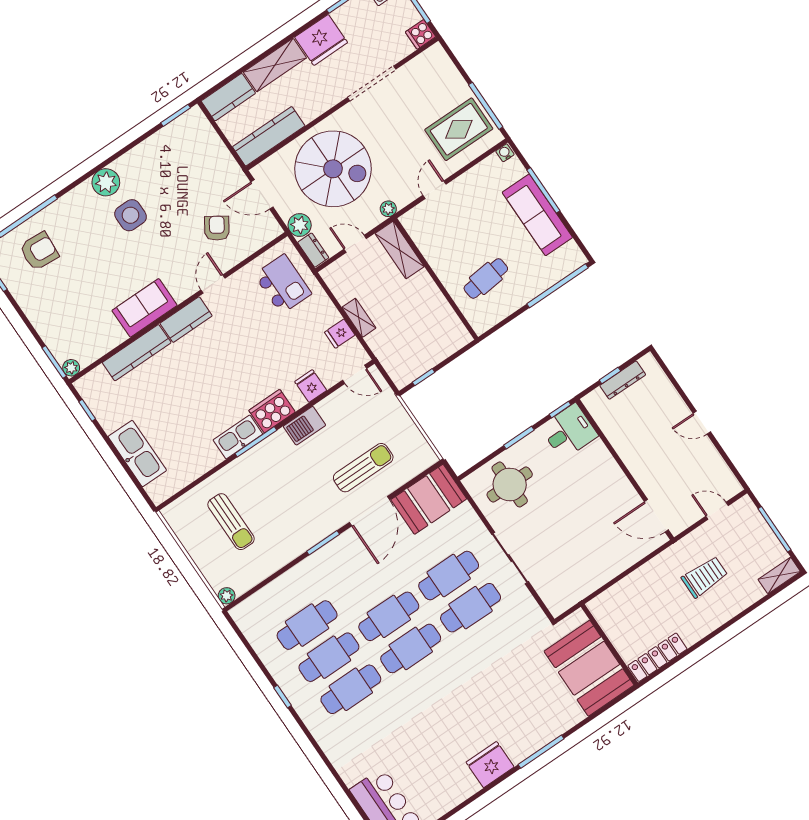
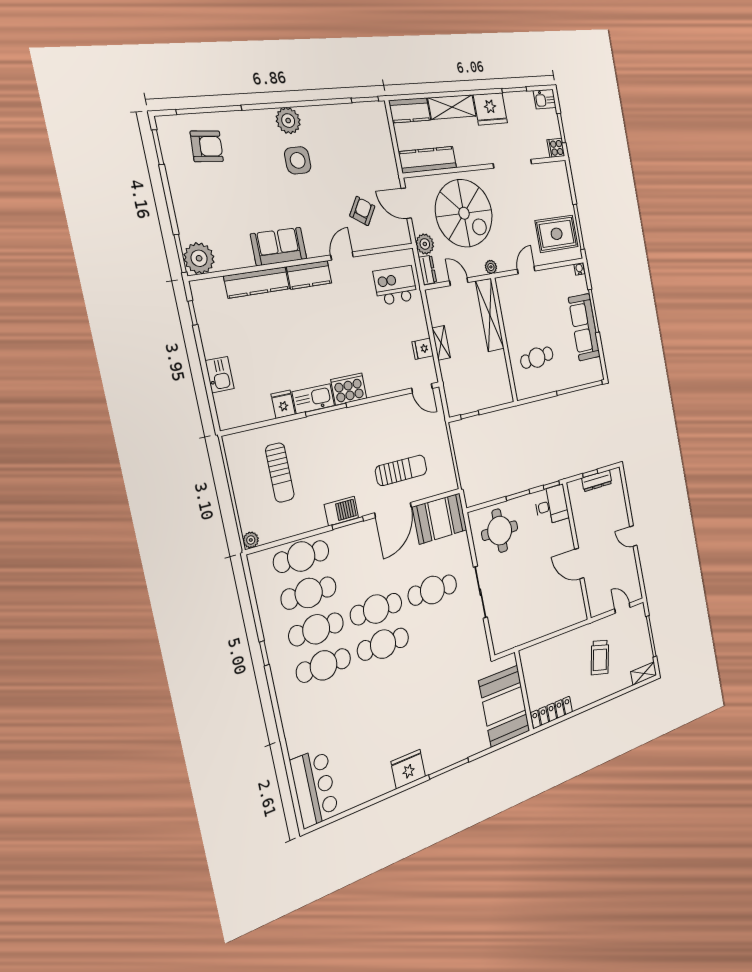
shelving: (400, 250) -> (490, 315), width x1.47
kitchen island: (283, 284) -> (395, 285), turned -90
plant: (71, 368) -> (199, 258), width x1.87, depth x1.87
fridge: (311, 386) -> (283, 404), moved
barbecue: (304, 426) -> (341, 511), moved, turned 180
kitchen sink: (137, 454) -> (220, 375), width x0.53, depth x0.81
door: (656, 516) -> (579, 564), moved
trolley: (705, 577) -> (600, 657), turned 104
cafe table: (471, 608) -> (301, 556), moved

